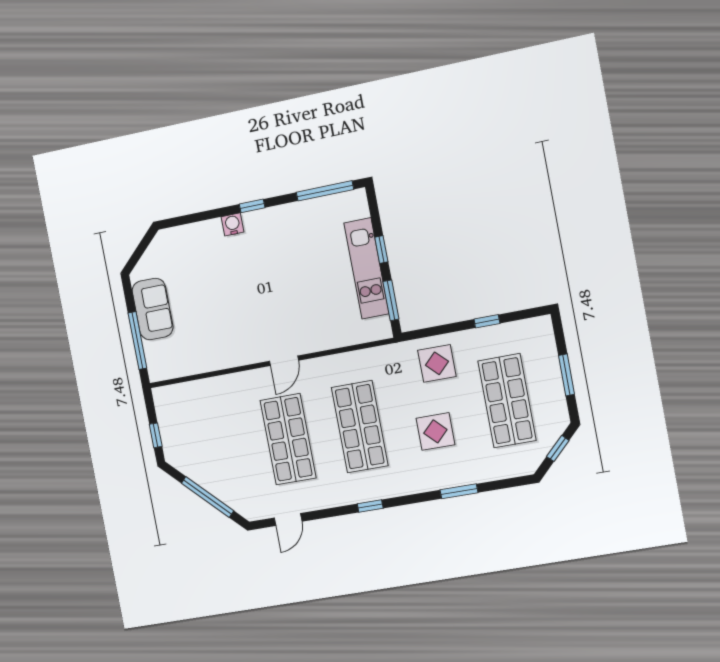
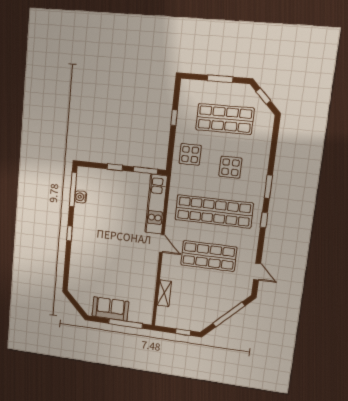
water cooler: (233, 224) -> (81, 197), moved
kitchen unit: (366, 268) -> (156, 204), moved, turned 90
shelving: (207, 388) -> (164, 293), added
shop shelf: (360, 427) -> (214, 211), width x1.40
window: (459, 491) -> (268, 187), moved

